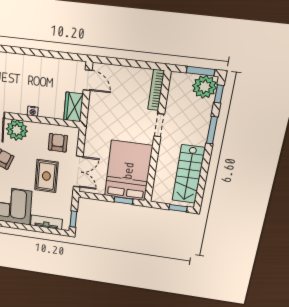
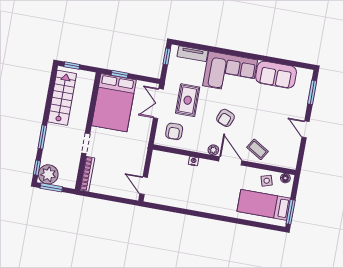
wardrobe: (73, 107) -> (158, 163), removed
plant: (17, 130) -> (213, 150), width x0.53, depth x0.53

